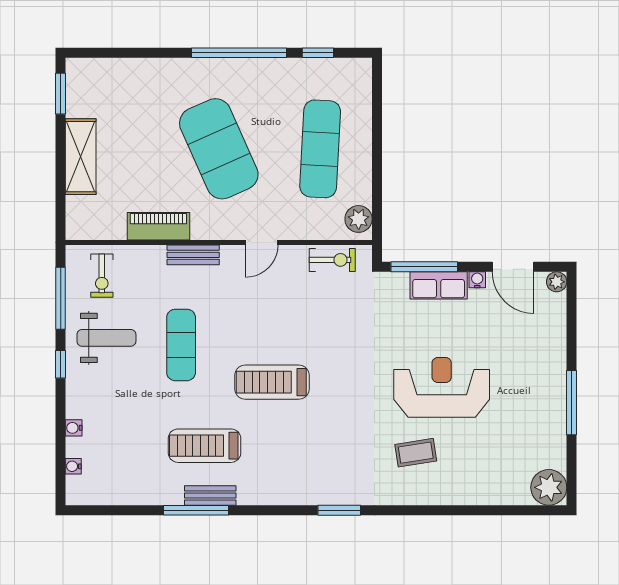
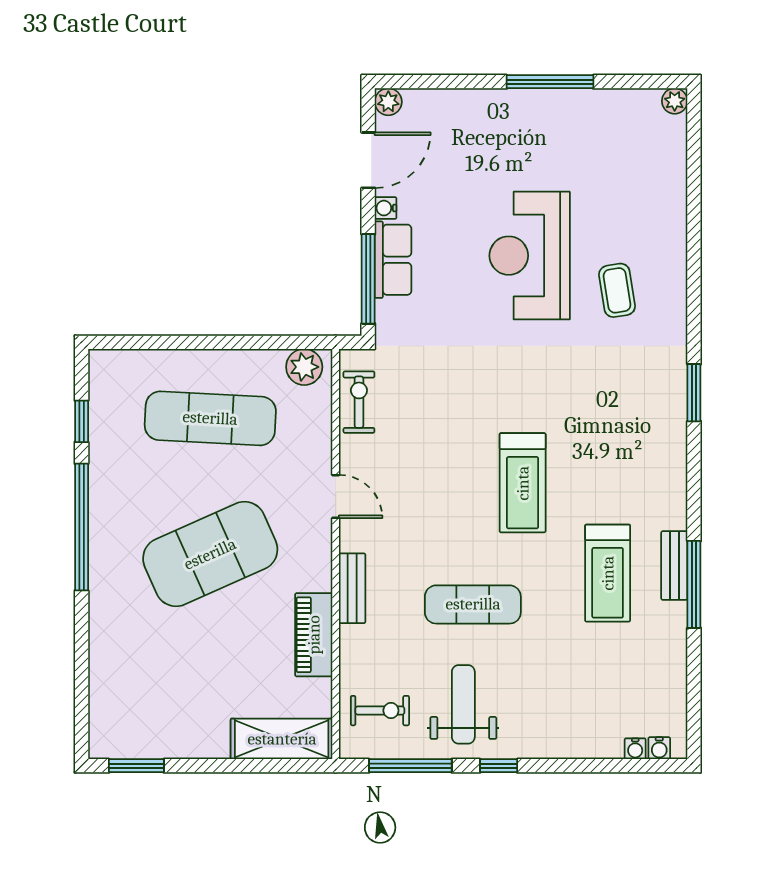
shelving: (81, 157) -> (282, 739), moved
water cooler: (74, 428) -> (659, 748), moved
plant: (549, 487) -> (675, 101), width x0.53, depth x0.53

